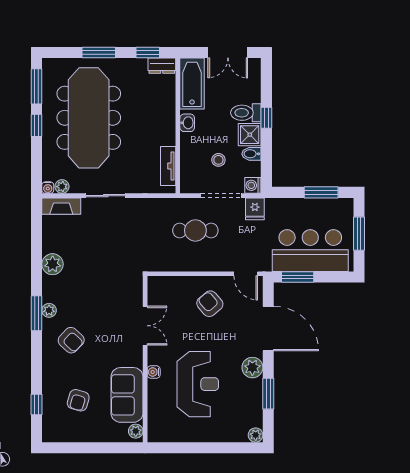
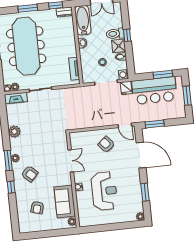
cafe table: (195, 230) -> (94, 104), removed
bar counter: (310, 251) -> (154, 91), moved, turned 180
plant: (252, 368) -> (134, 178), removed
window: (36, 404) -> (11, 187), moved

